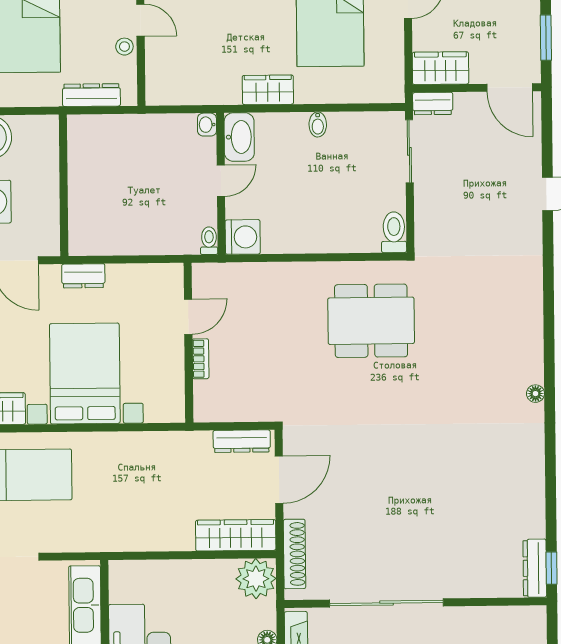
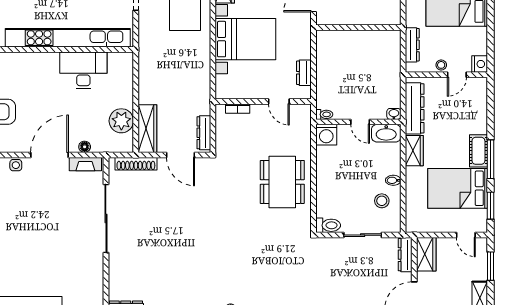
dresser: (197, 90) -> (415, 108), added
dresser: (433, 103) -> (405, 255), width x1.44
stool: (352, 143) -> (382, 201), added
sliding door: (409, 151) -> (363, 235), moved
dresser: (83, 276) -> (304, 73), moved
dining table: (371, 321) -> (282, 182), moved
bookcase: (201, 359) -> (238, 109), moved
plant: (256, 579) -> (121, 121), moved

